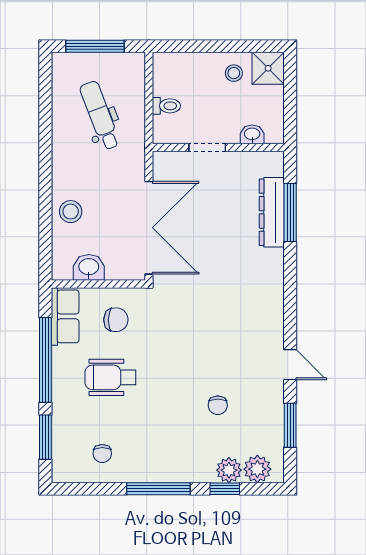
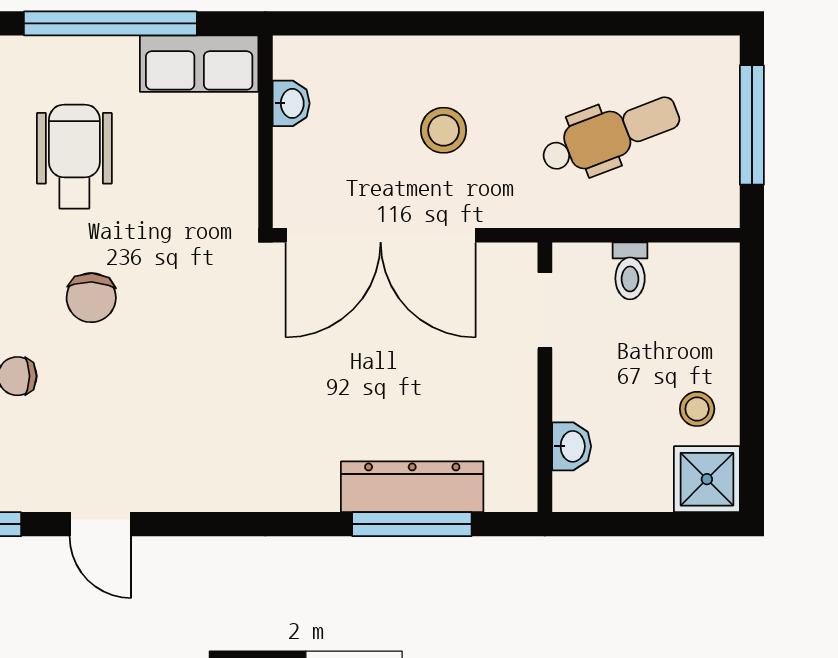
doorway: (207, 147) -> (545, 310), moved
stool: (71, 212) -> (444, 130), moved
washbasin: (89, 267) -> (291, 103), width x0.72, depth x0.69
chair: (116, 320) -> (91, 298), moved
door: (290, 365) -> (100, 524), hinge flipped

